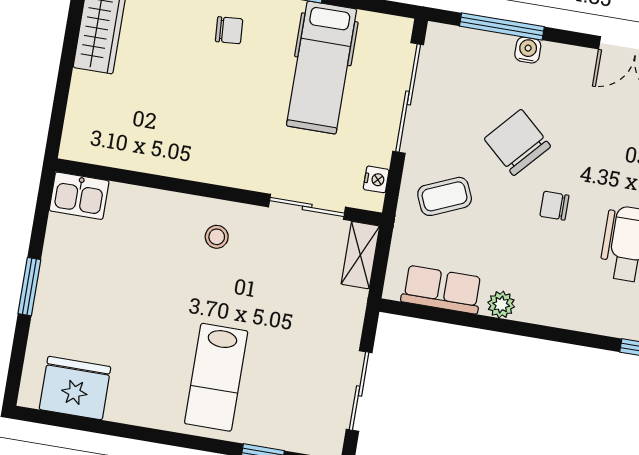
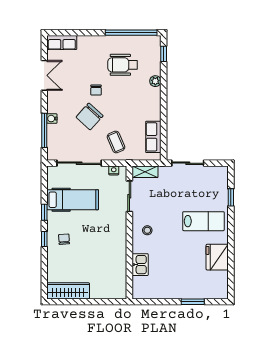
kitchen sink: (79, 196) -> (140, 265), moved
chair: (554, 206) -> (96, 90), moved
window: (29, 287) -> (193, 302), moved
plant: (501, 305) -> (155, 81), moved
fridge: (75, 388) -> (217, 257), moved
sliding door: (359, 391) -> (188, 163), moved

